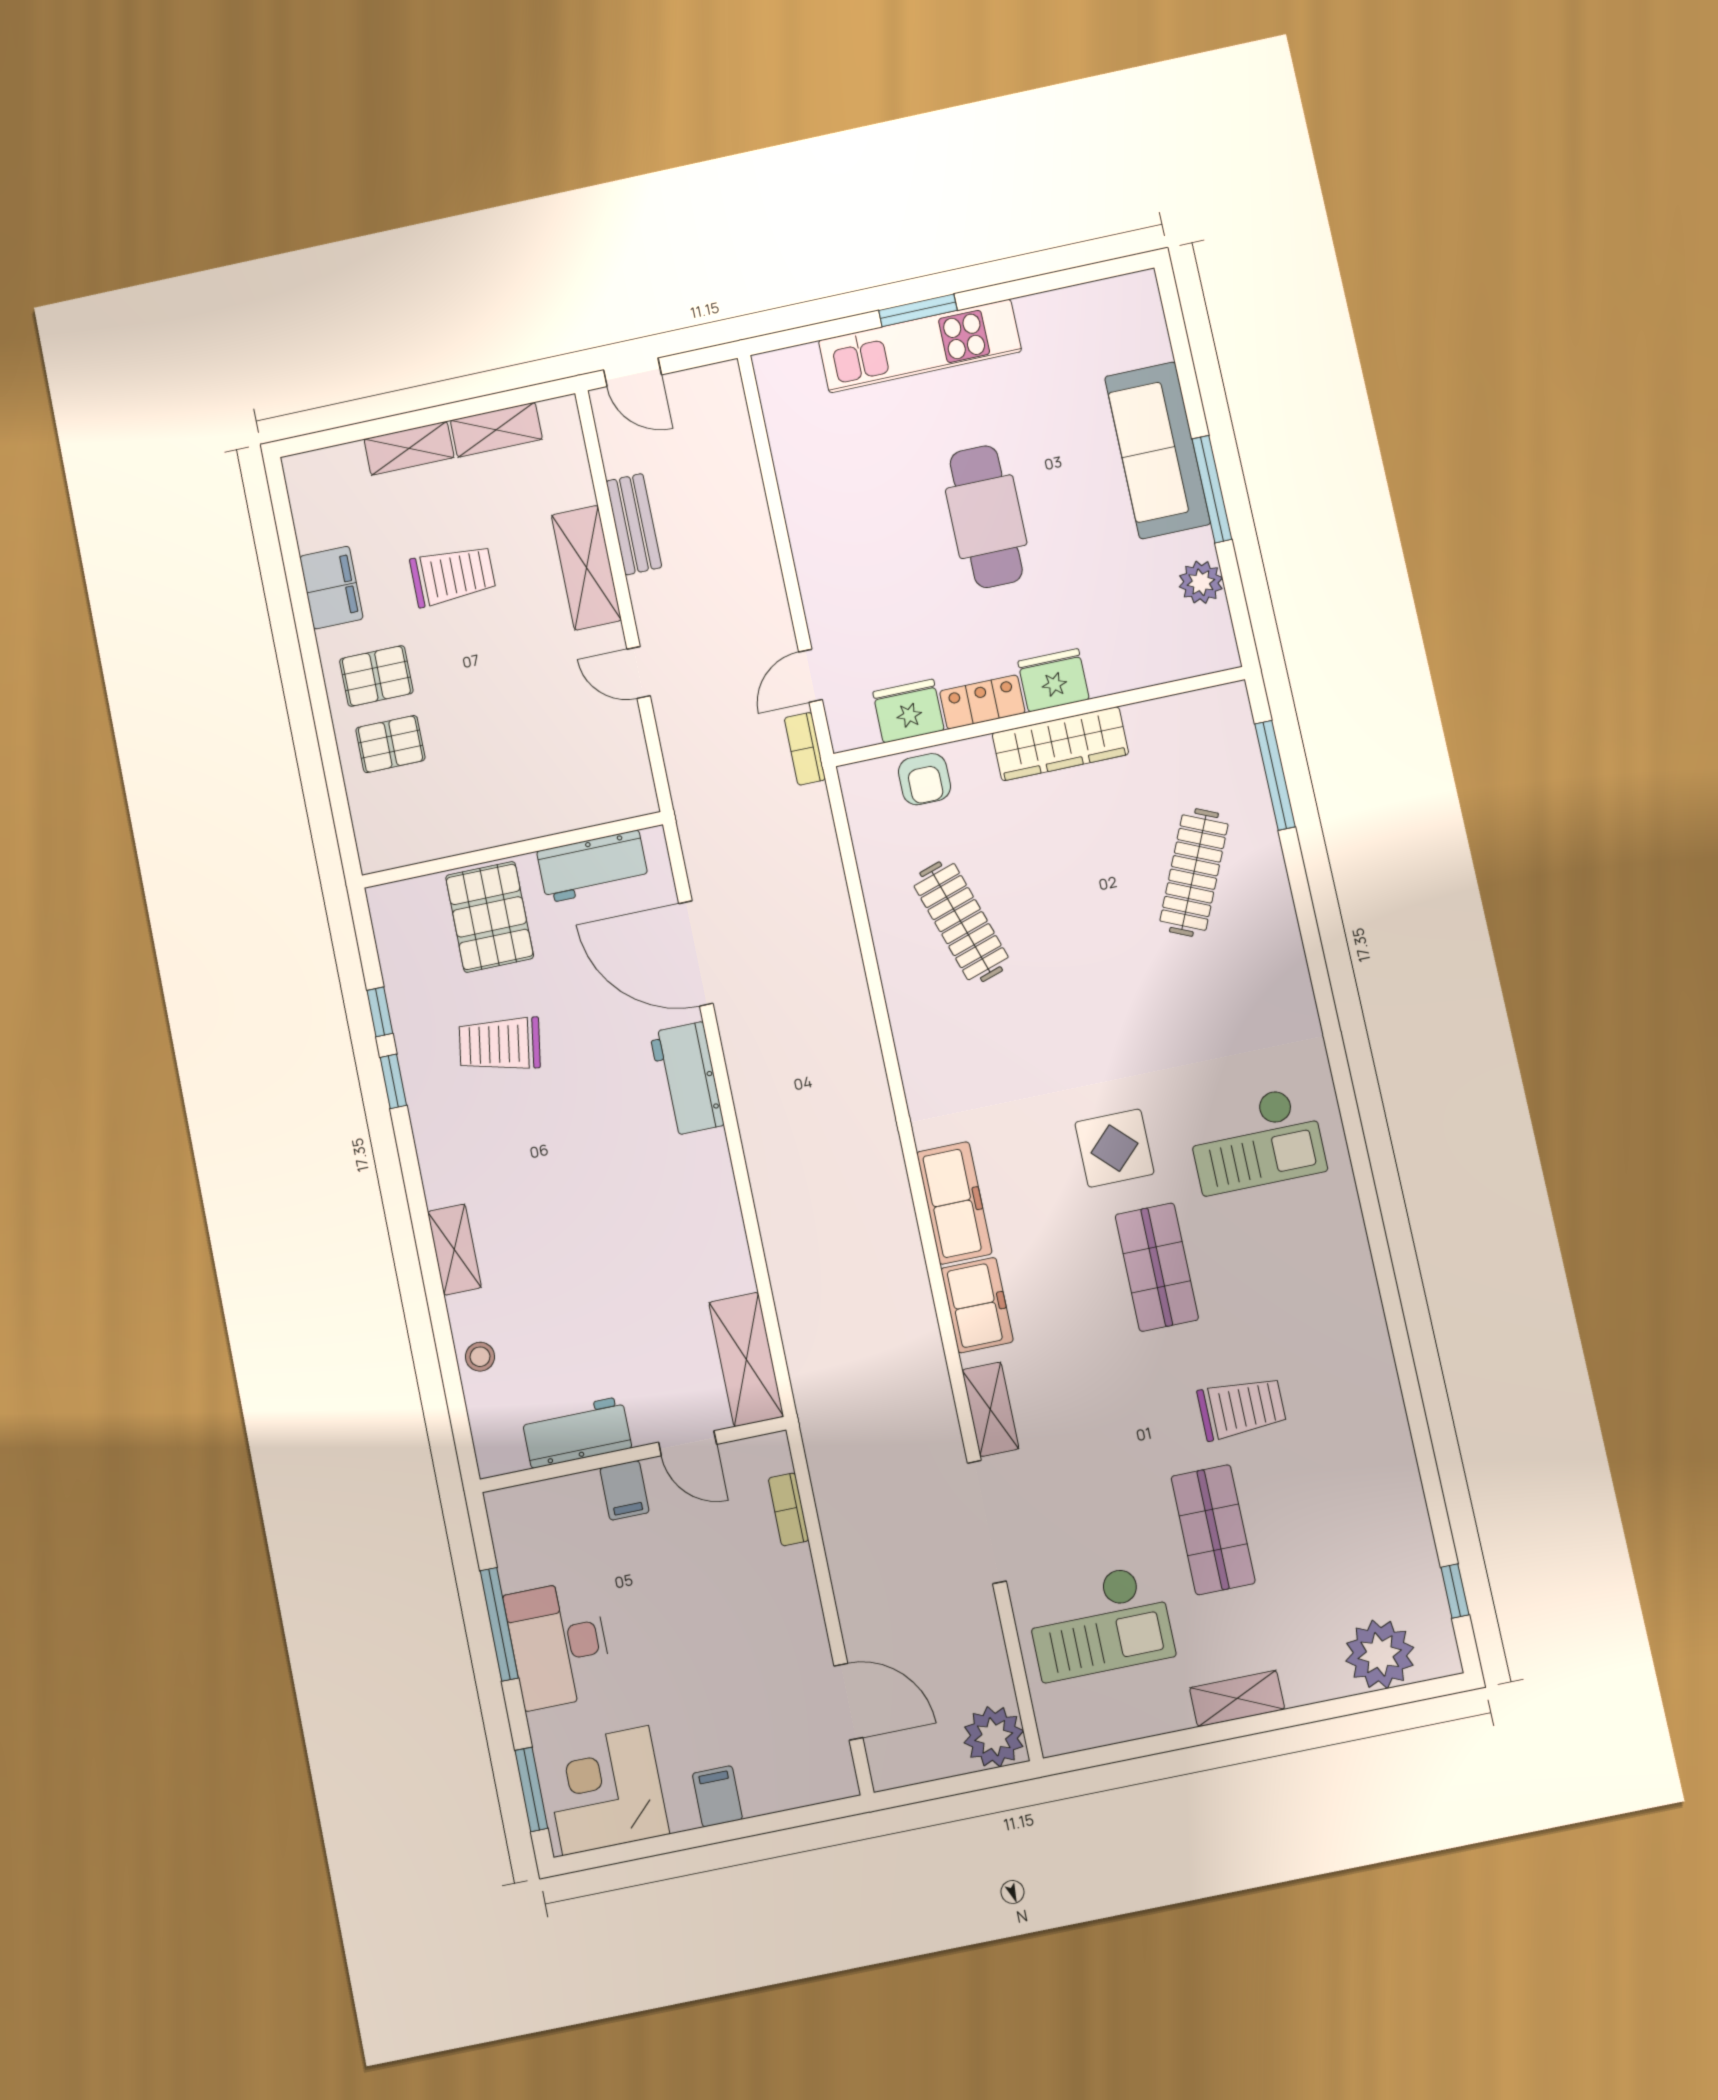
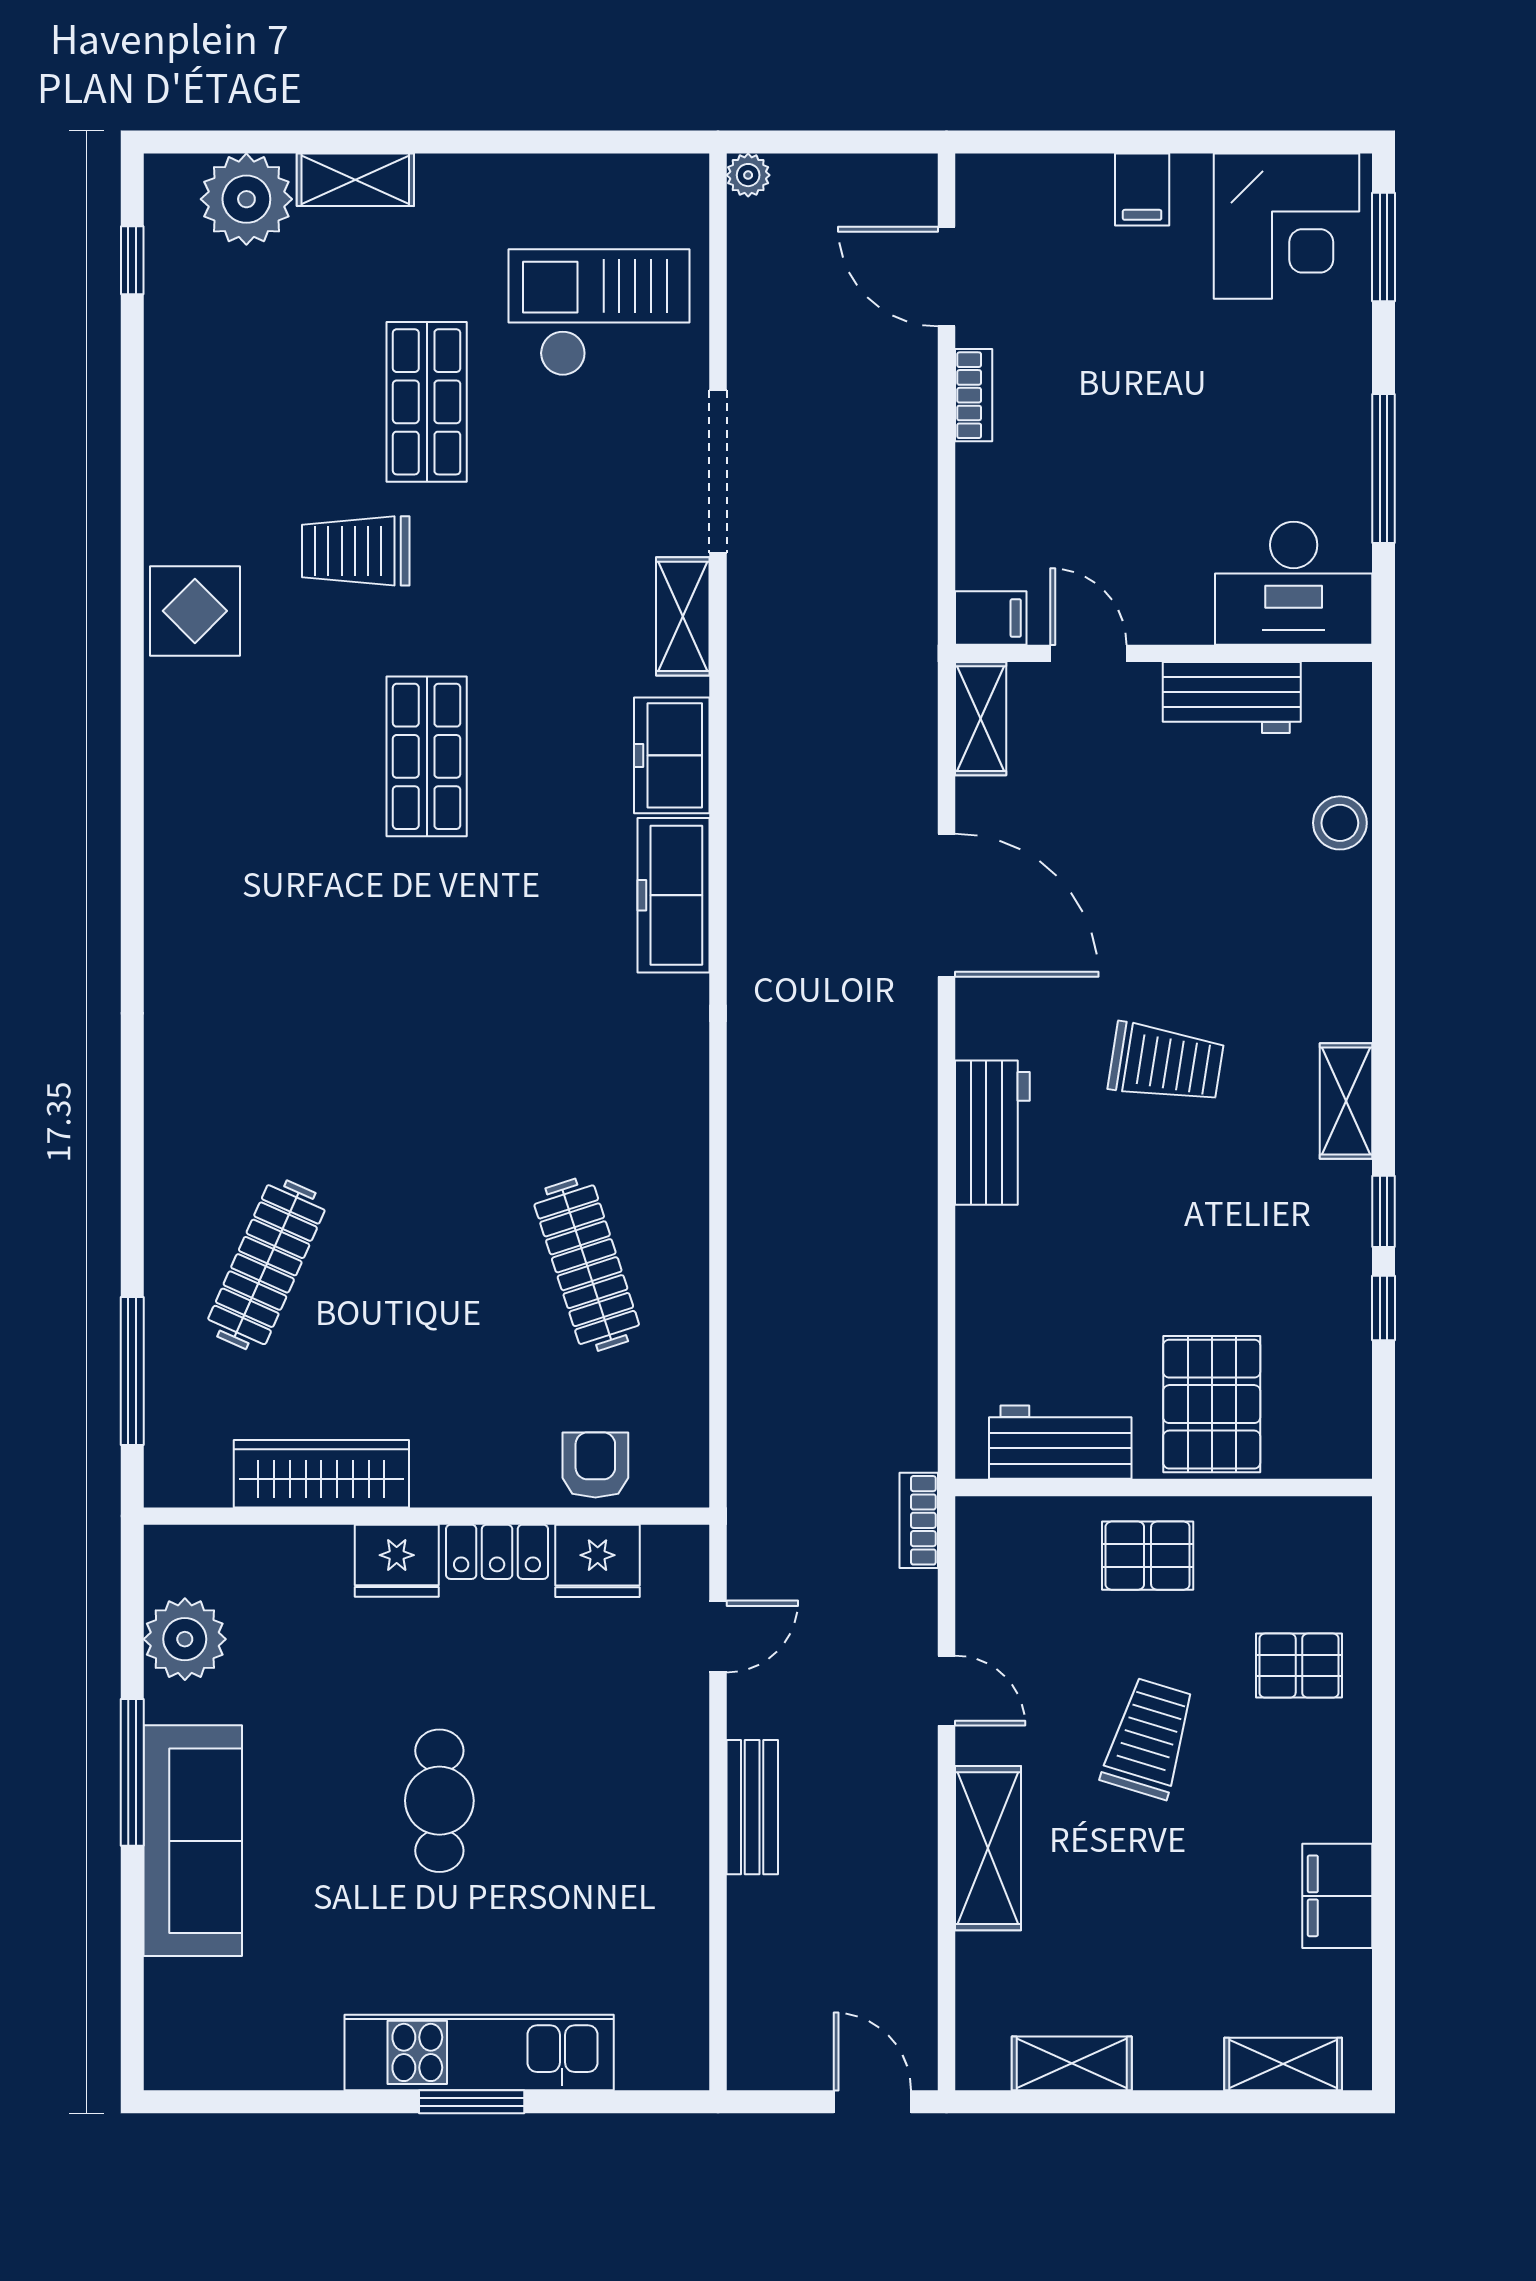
shelving: (409, 448) -> (1283, 2064), moved
cafe table: (986, 517) -> (439, 1801), width x0.73, depth x0.74
bench: (634, 524) -> (752, 1807), moved
trolley: (453, 576) -> (1149, 1738), moved, turned 107
plant: (1201, 582) -> (185, 1639), width x1.36, depth x1.36
pallet: (376, 676) -> (1148, 1556), moved
wardrobe: (1060, 744) -> (321, 1474), moved
bookcase: (805, 749) -> (919, 1520), moved, turned 180
door: (696, 953) -> (946, 905), moved
trolley: (500, 1044) -> (1166, 1063), moved
checkout: (1256, 1140) -> (261, 895), removed
display table: (1114, 1148) -> (195, 611), moved
shelving: (454, 1250) -> (1346, 1101), moved
stool: (480, 1357) -> (1340, 823), width x1.37, depth x1.37
shelving: (746, 1359) -> (981, 719), width x0.67, depth x0.75
filing cabinet: (625, 1490) -> (991, 618), moved, turned 90
bookcase: (789, 1509) -> (974, 395), moved
desk: (559, 1645) -> (1294, 583), moved, turned 90
shelving: (1237, 1698) -> (355, 180), moved
plant: (994, 1737) -> (748, 175), width x0.53, depth x0.53

